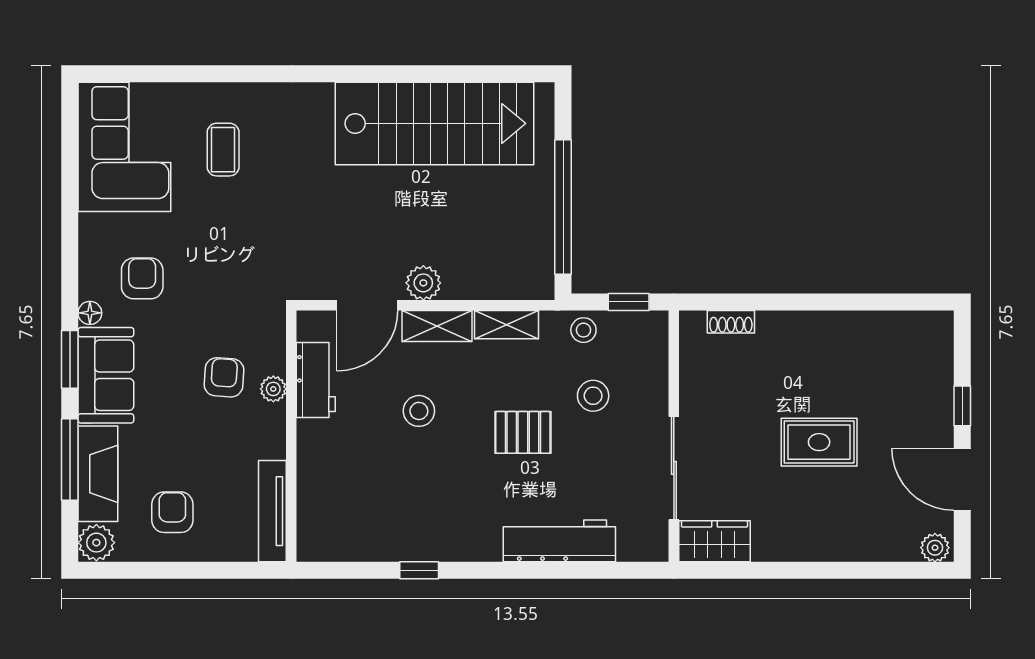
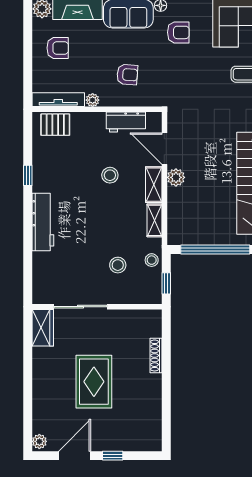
shoe rack: (731, 322) -> (156, 355), moved, width x1.43
plant: (273, 389) -> (93, 100), moved
pallet: (523, 432) -> (55, 125), moved, turned 90
rug: (819, 442) -> (94, 382), width x1.36, depth x1.43
workbench: (559, 541) -> (43, 222), moved

